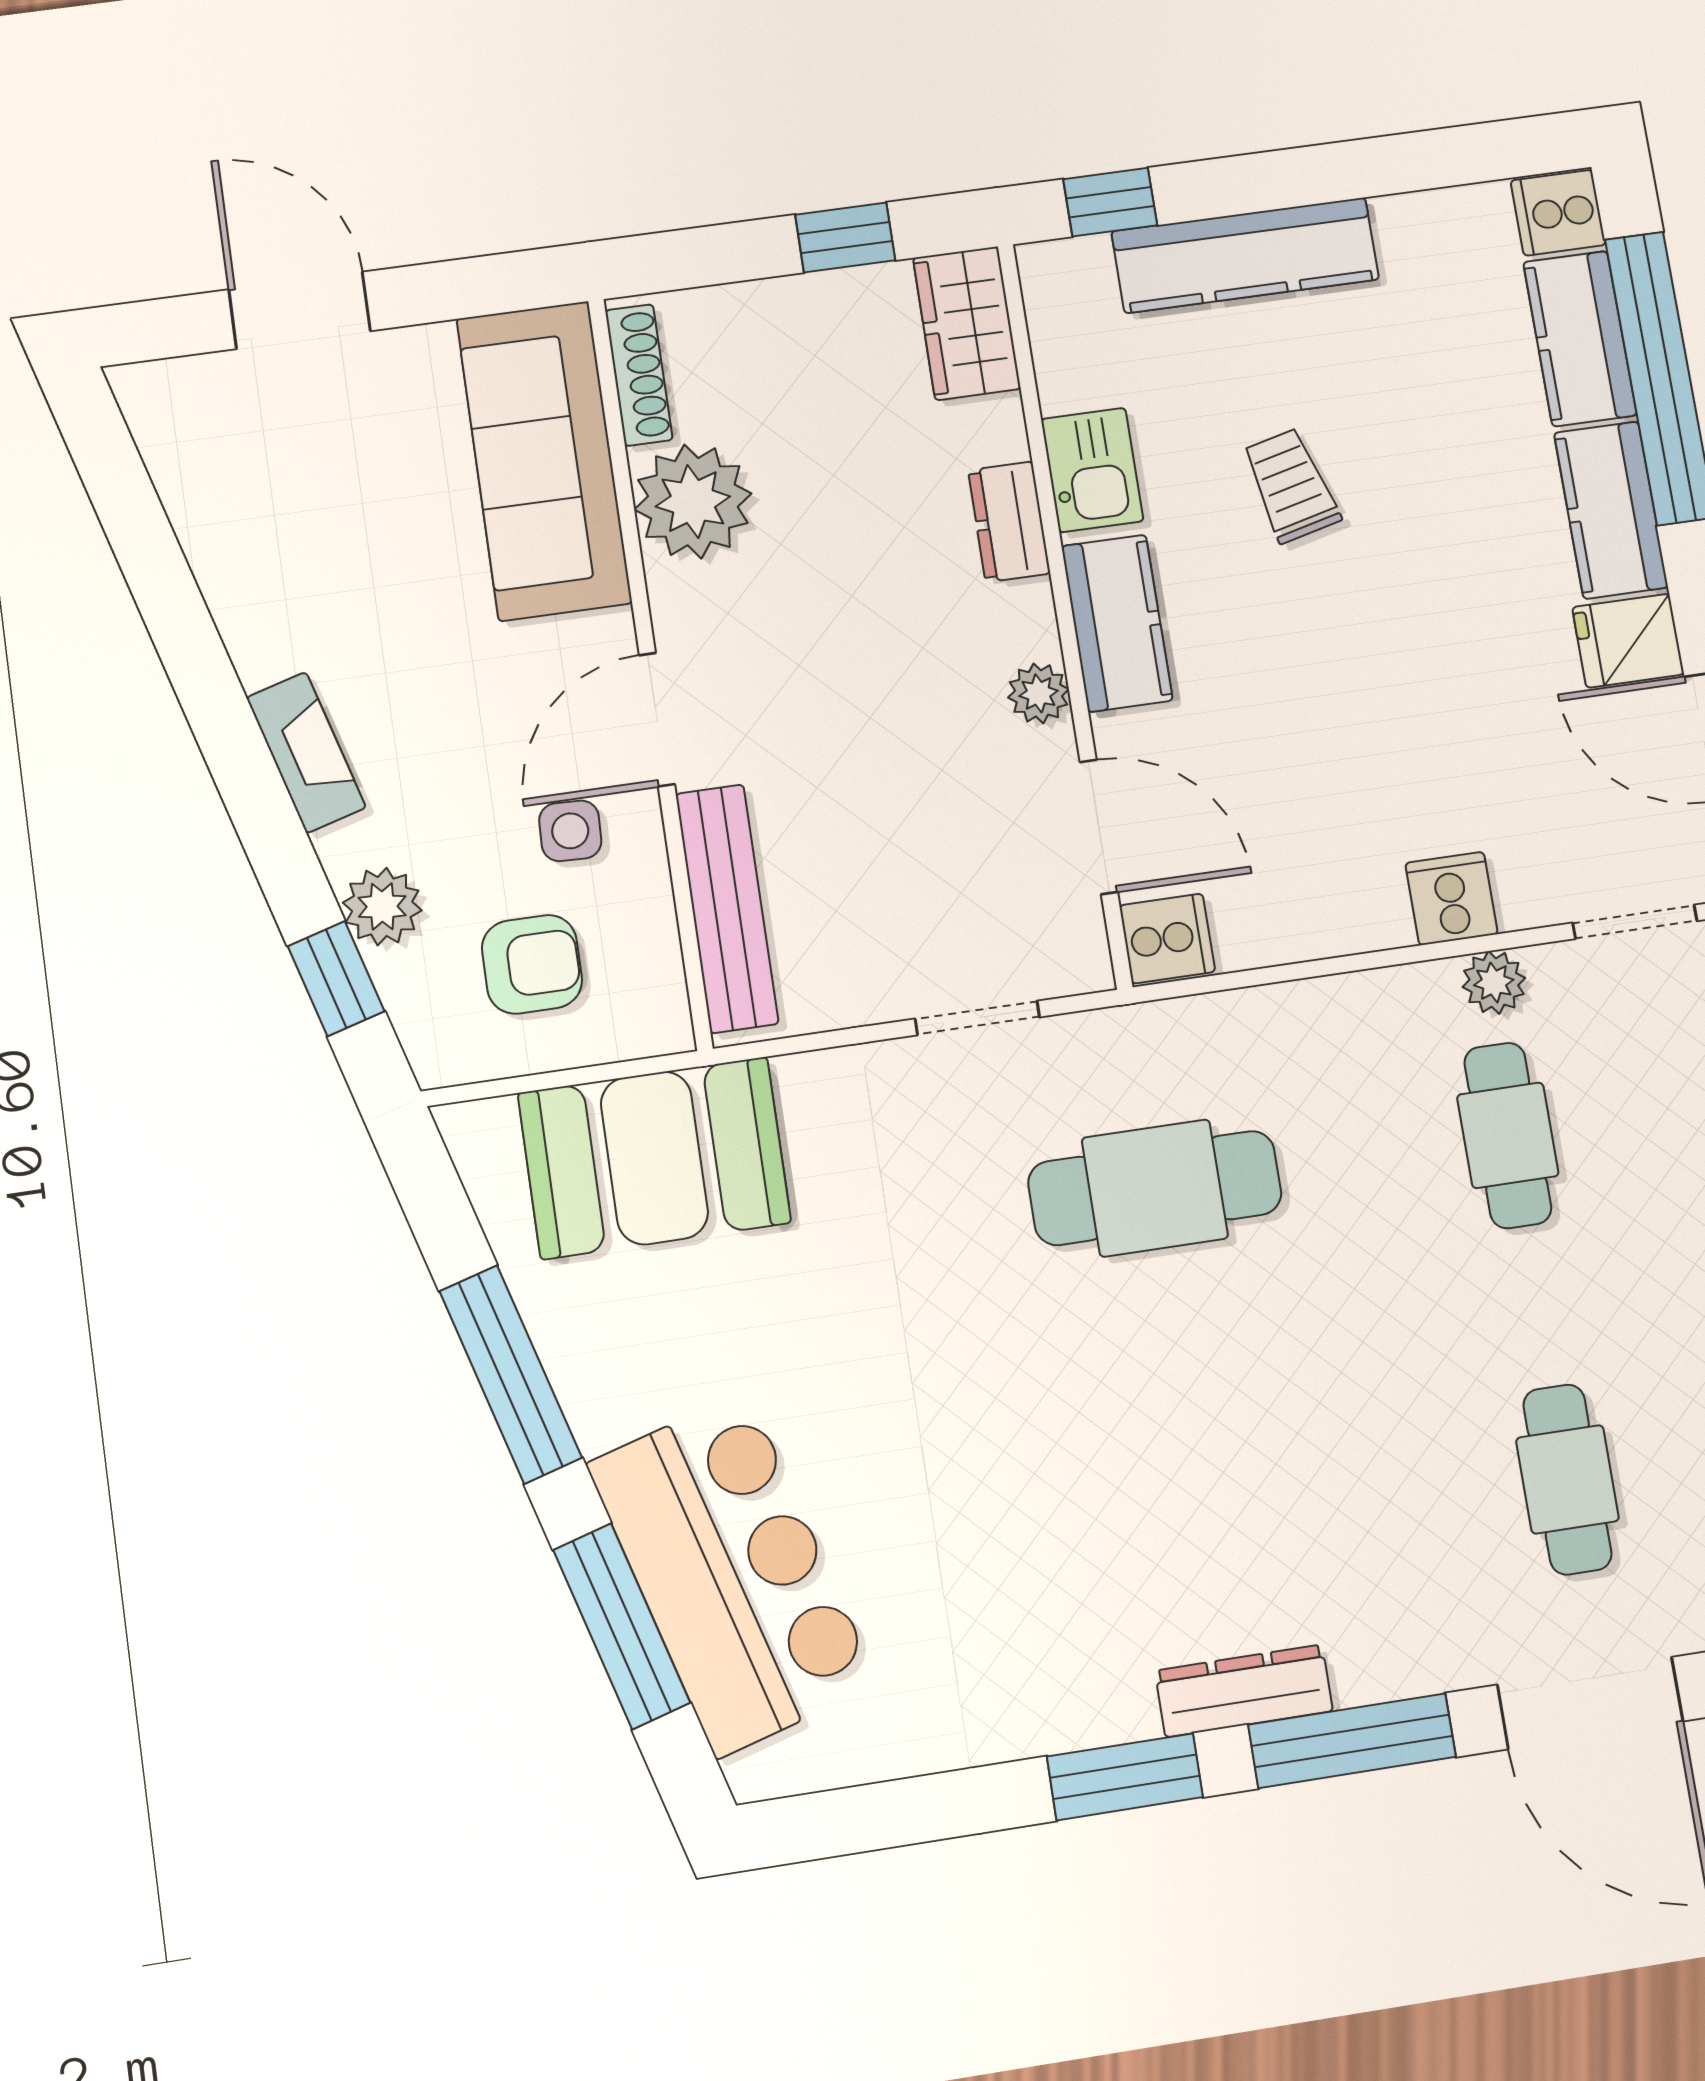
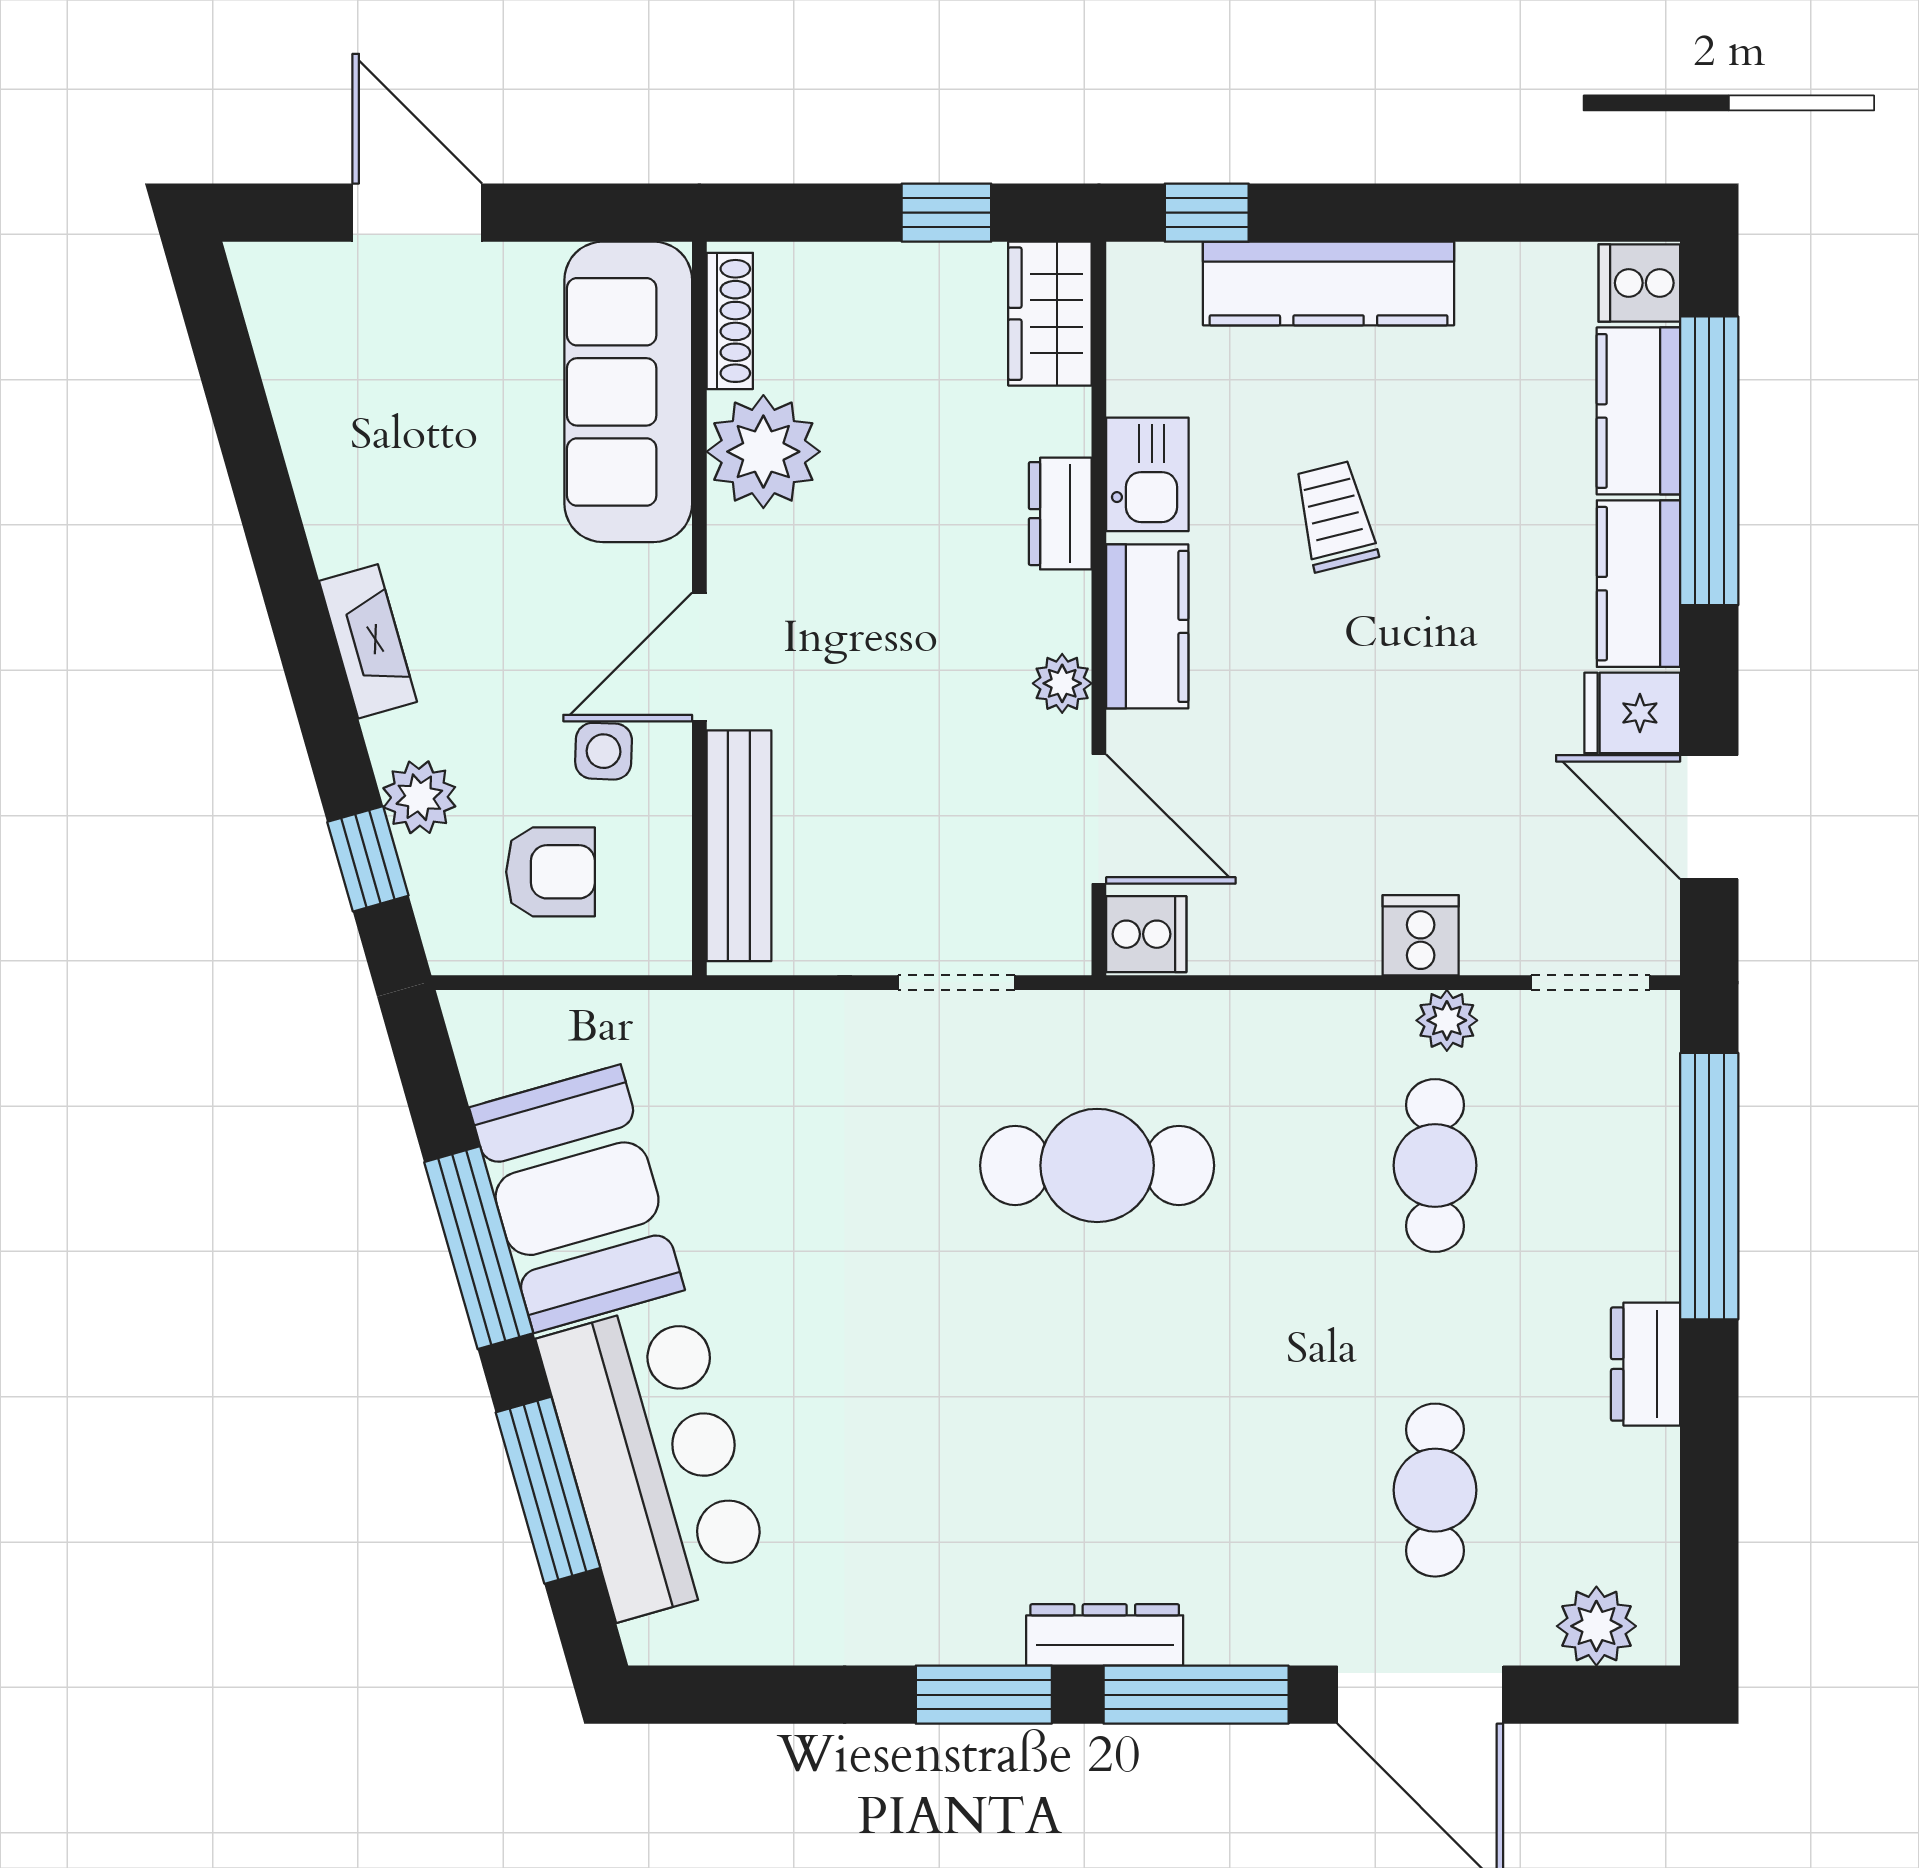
booth: (654, 1158) -> (577, 1199), moved, turned 74

